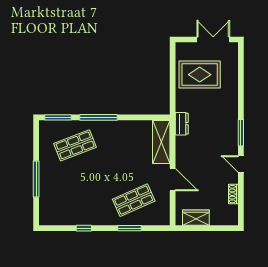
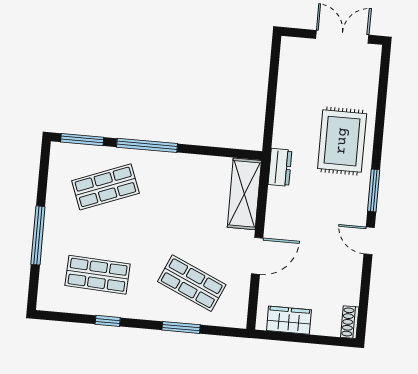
rug: (200, 75) -> (342, 141), moved, turned 90
door: (173, 180) -> (257, 256), hinge flipped
shoe rack: (233, 194) -> (350, 322), moved
shop shelf: (75, 200) -> (98, 275), added
shop shelf: (134, 200) -> (192, 283), turned 48

